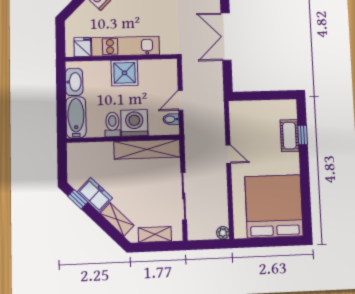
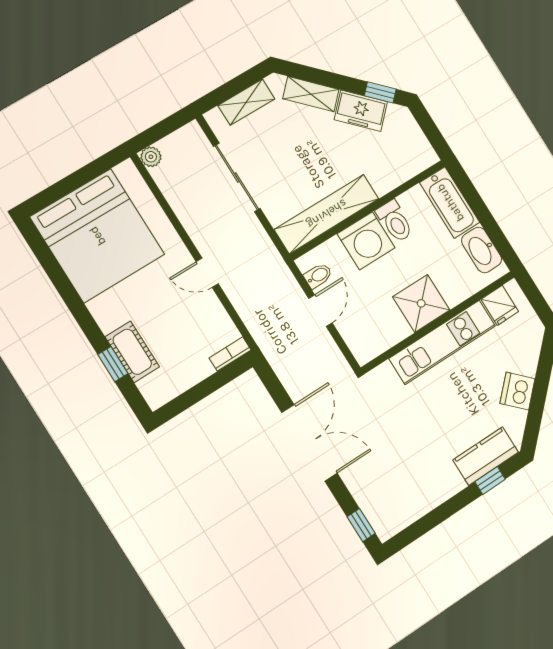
bookcase: (240, 105) -> (230, 354), added

